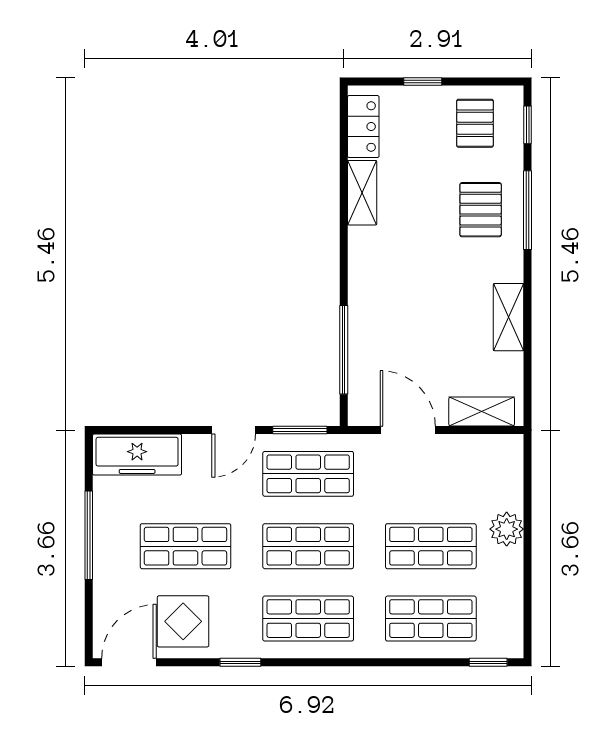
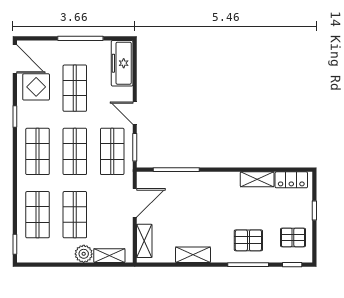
shelving: (510, 479) -> (109, 256), added

